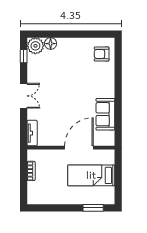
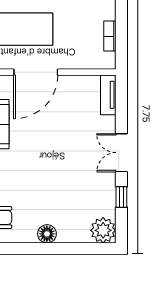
floor lamp: (51, 44) -> (47, 234), moved
window: (24, 56) -> (121, 197), moved

